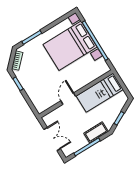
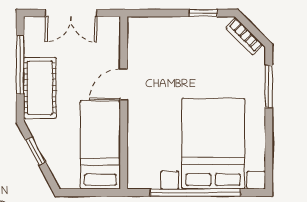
door: (68, 99) -> (124, 84), swing flipped
cot: (96, 132) -> (40, 88), width x1.37, depth x1.34

